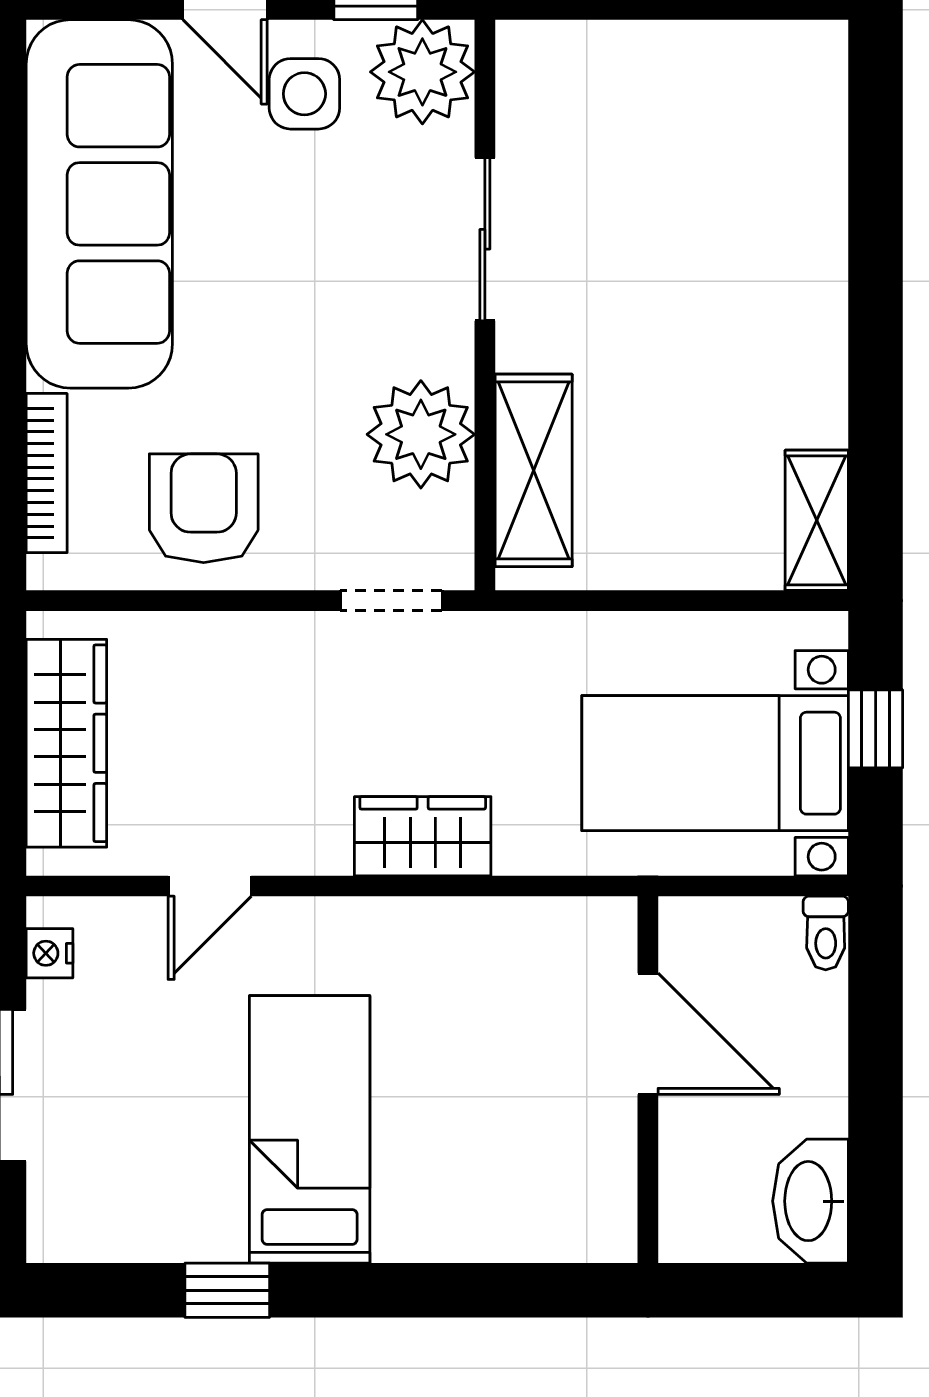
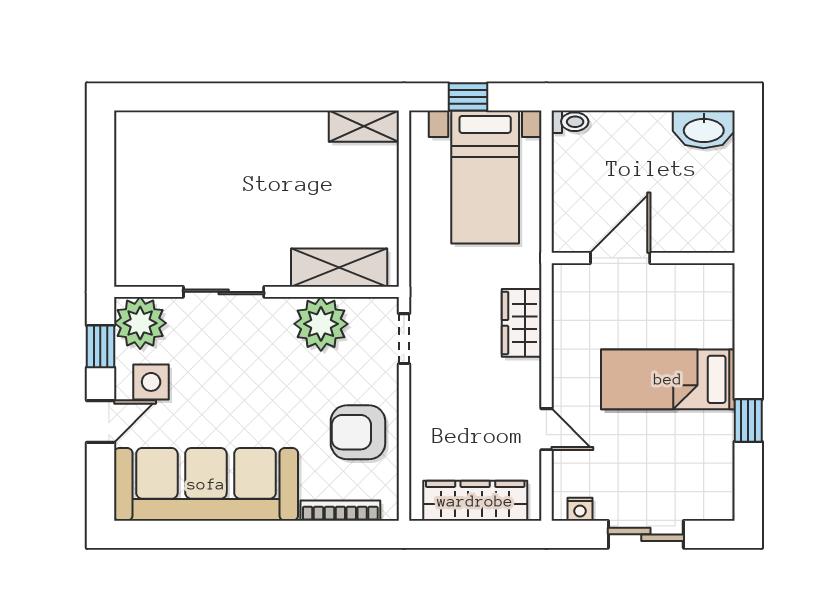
door: (648, 1034) -> (620, 258), moved
wall: (648, 1080) -> (643, 258), moved

